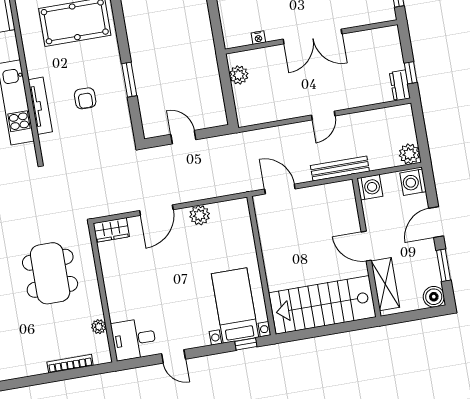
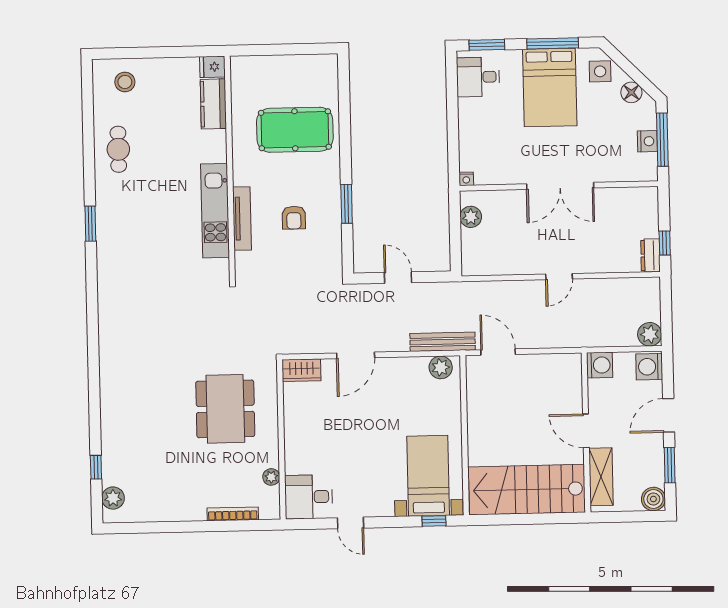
nightstand: (258, 38) -> (466, 179), moved
bench: (340, 168) -> (443, 342), moved
plant: (200, 215) -> (441, 367), moved

